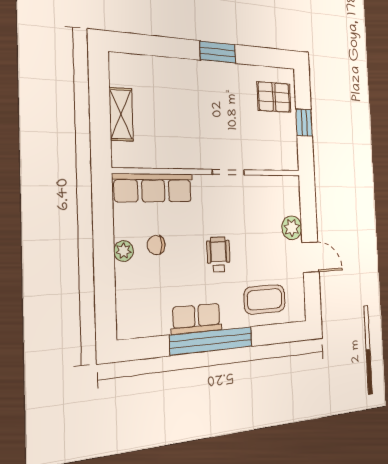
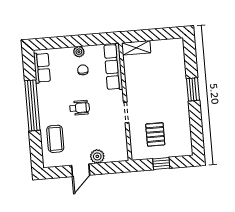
window: (218, 52) -> (193, 89), moved
pallet: (274, 97) -> (155, 134), moved
shelving: (121, 114) -> (136, 48), moved
row of seats: (197, 319) -> (42, 68), moved

